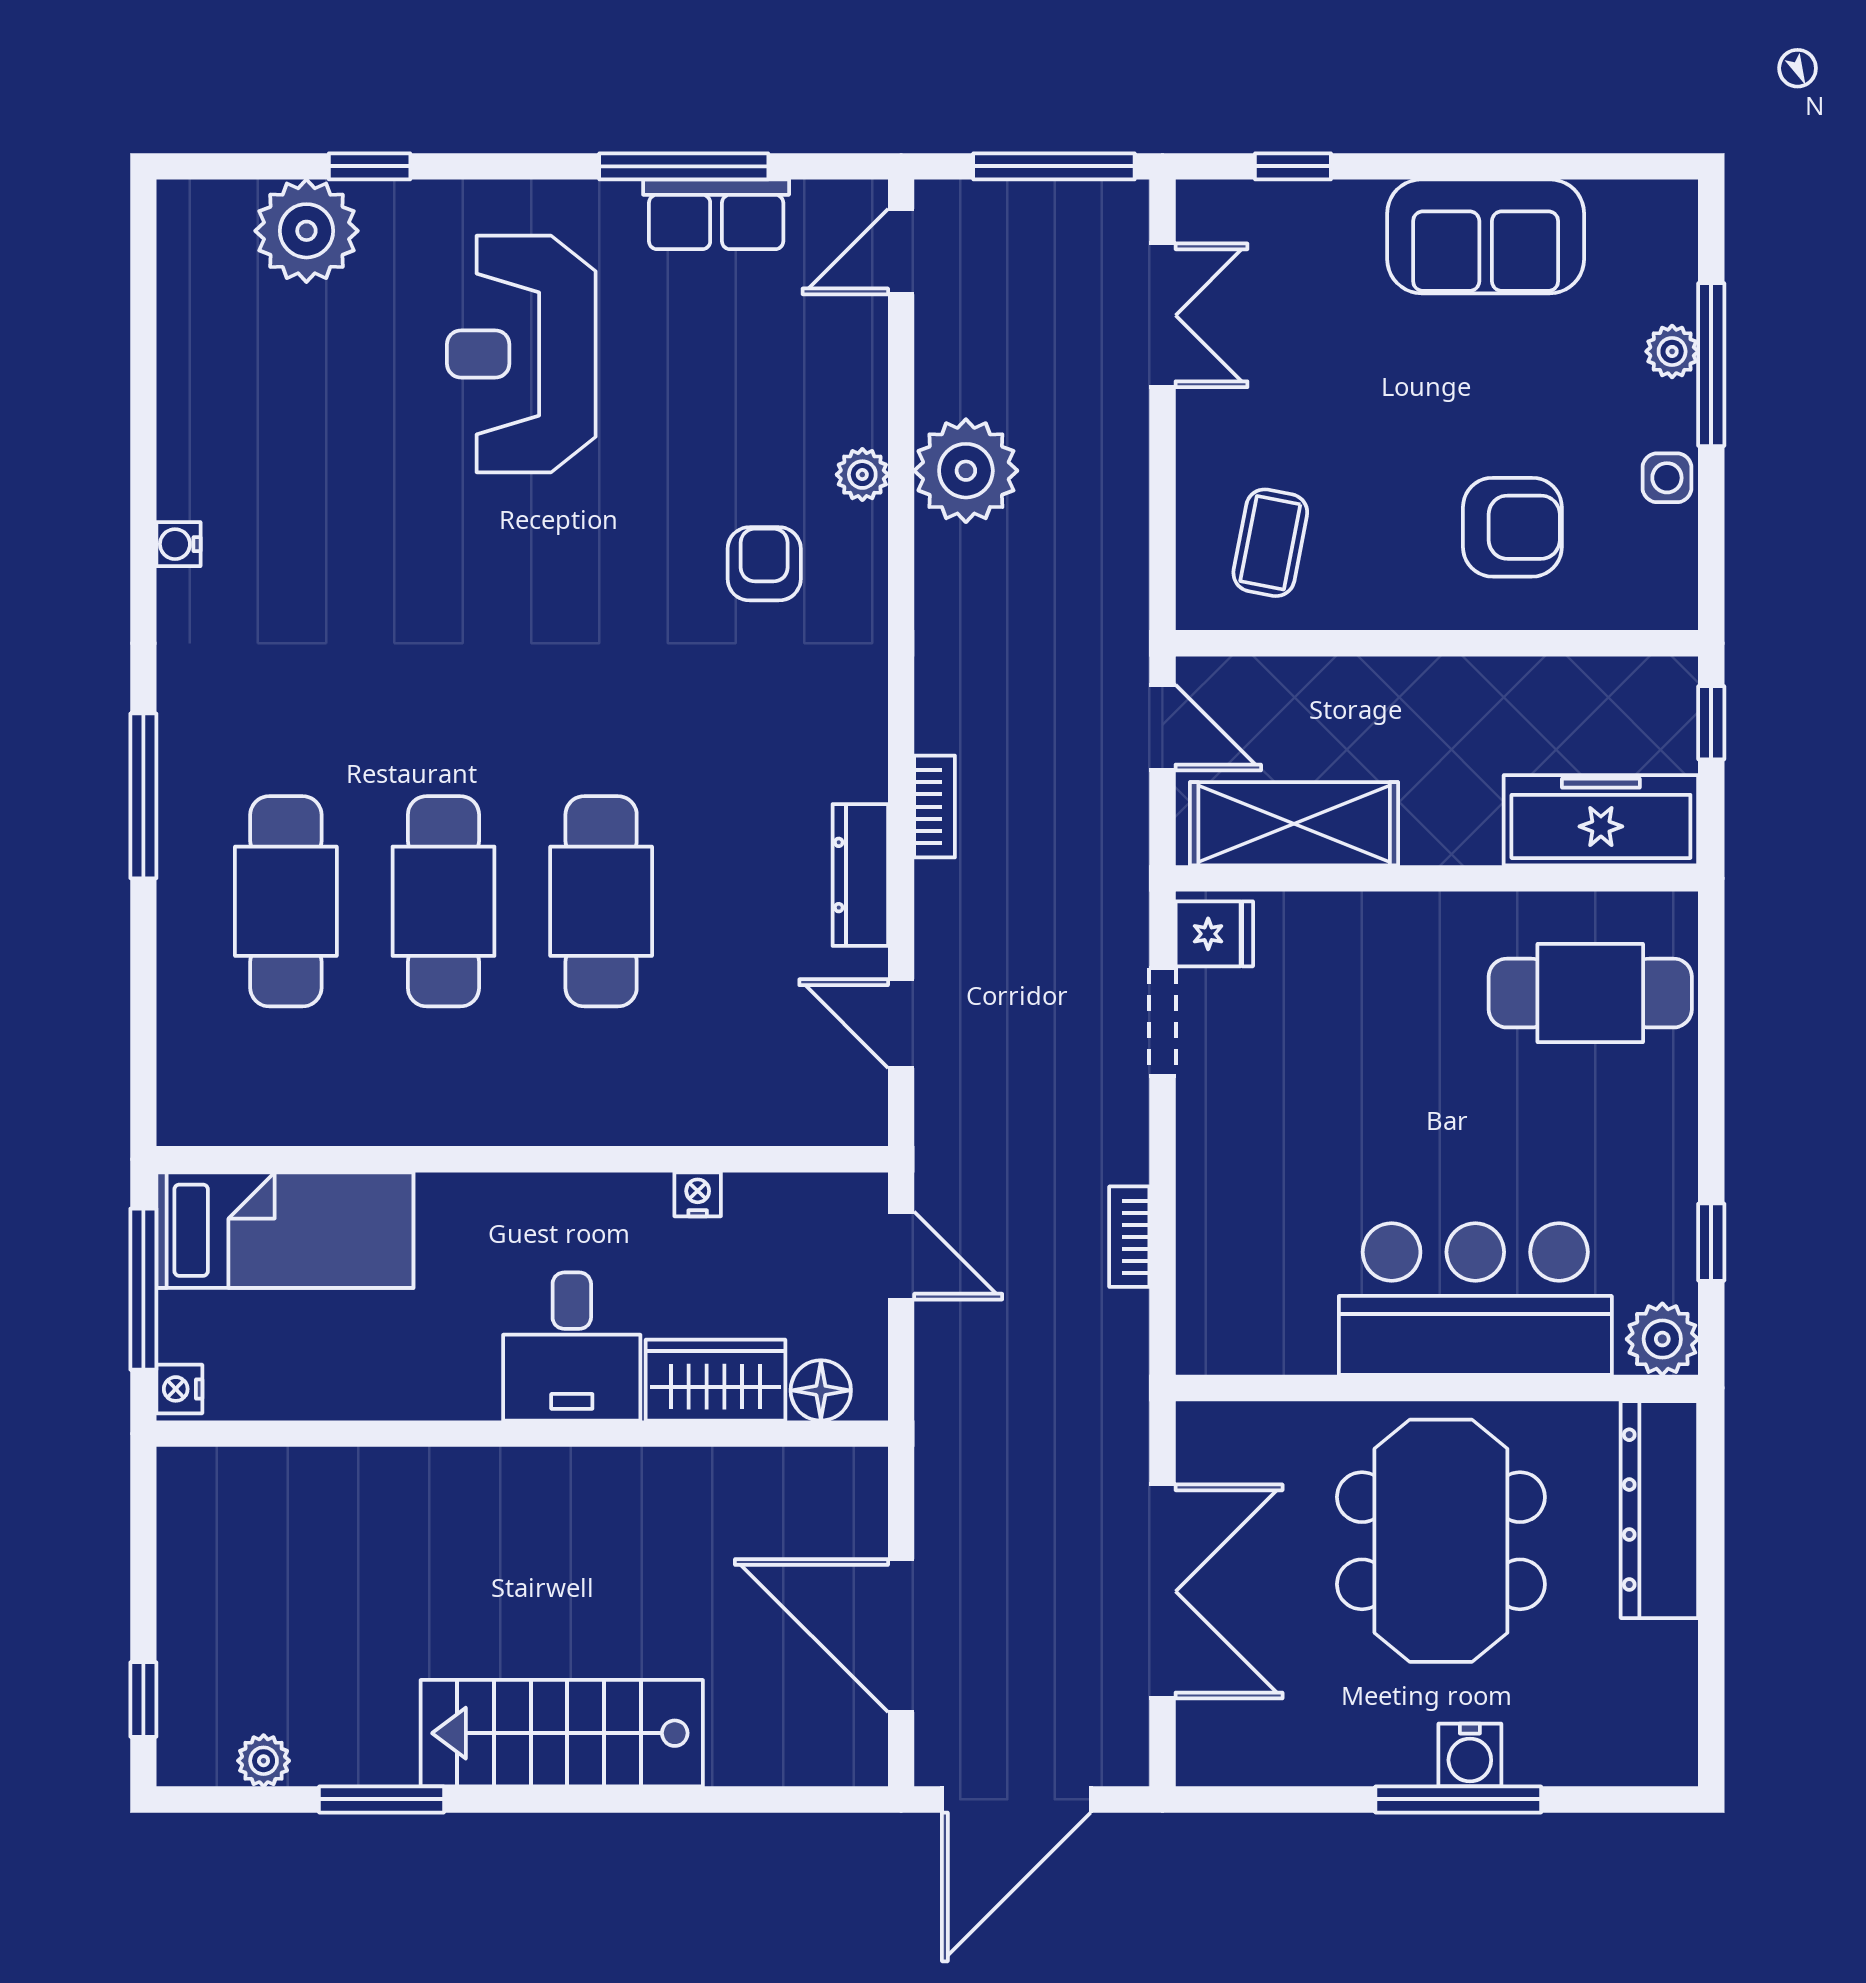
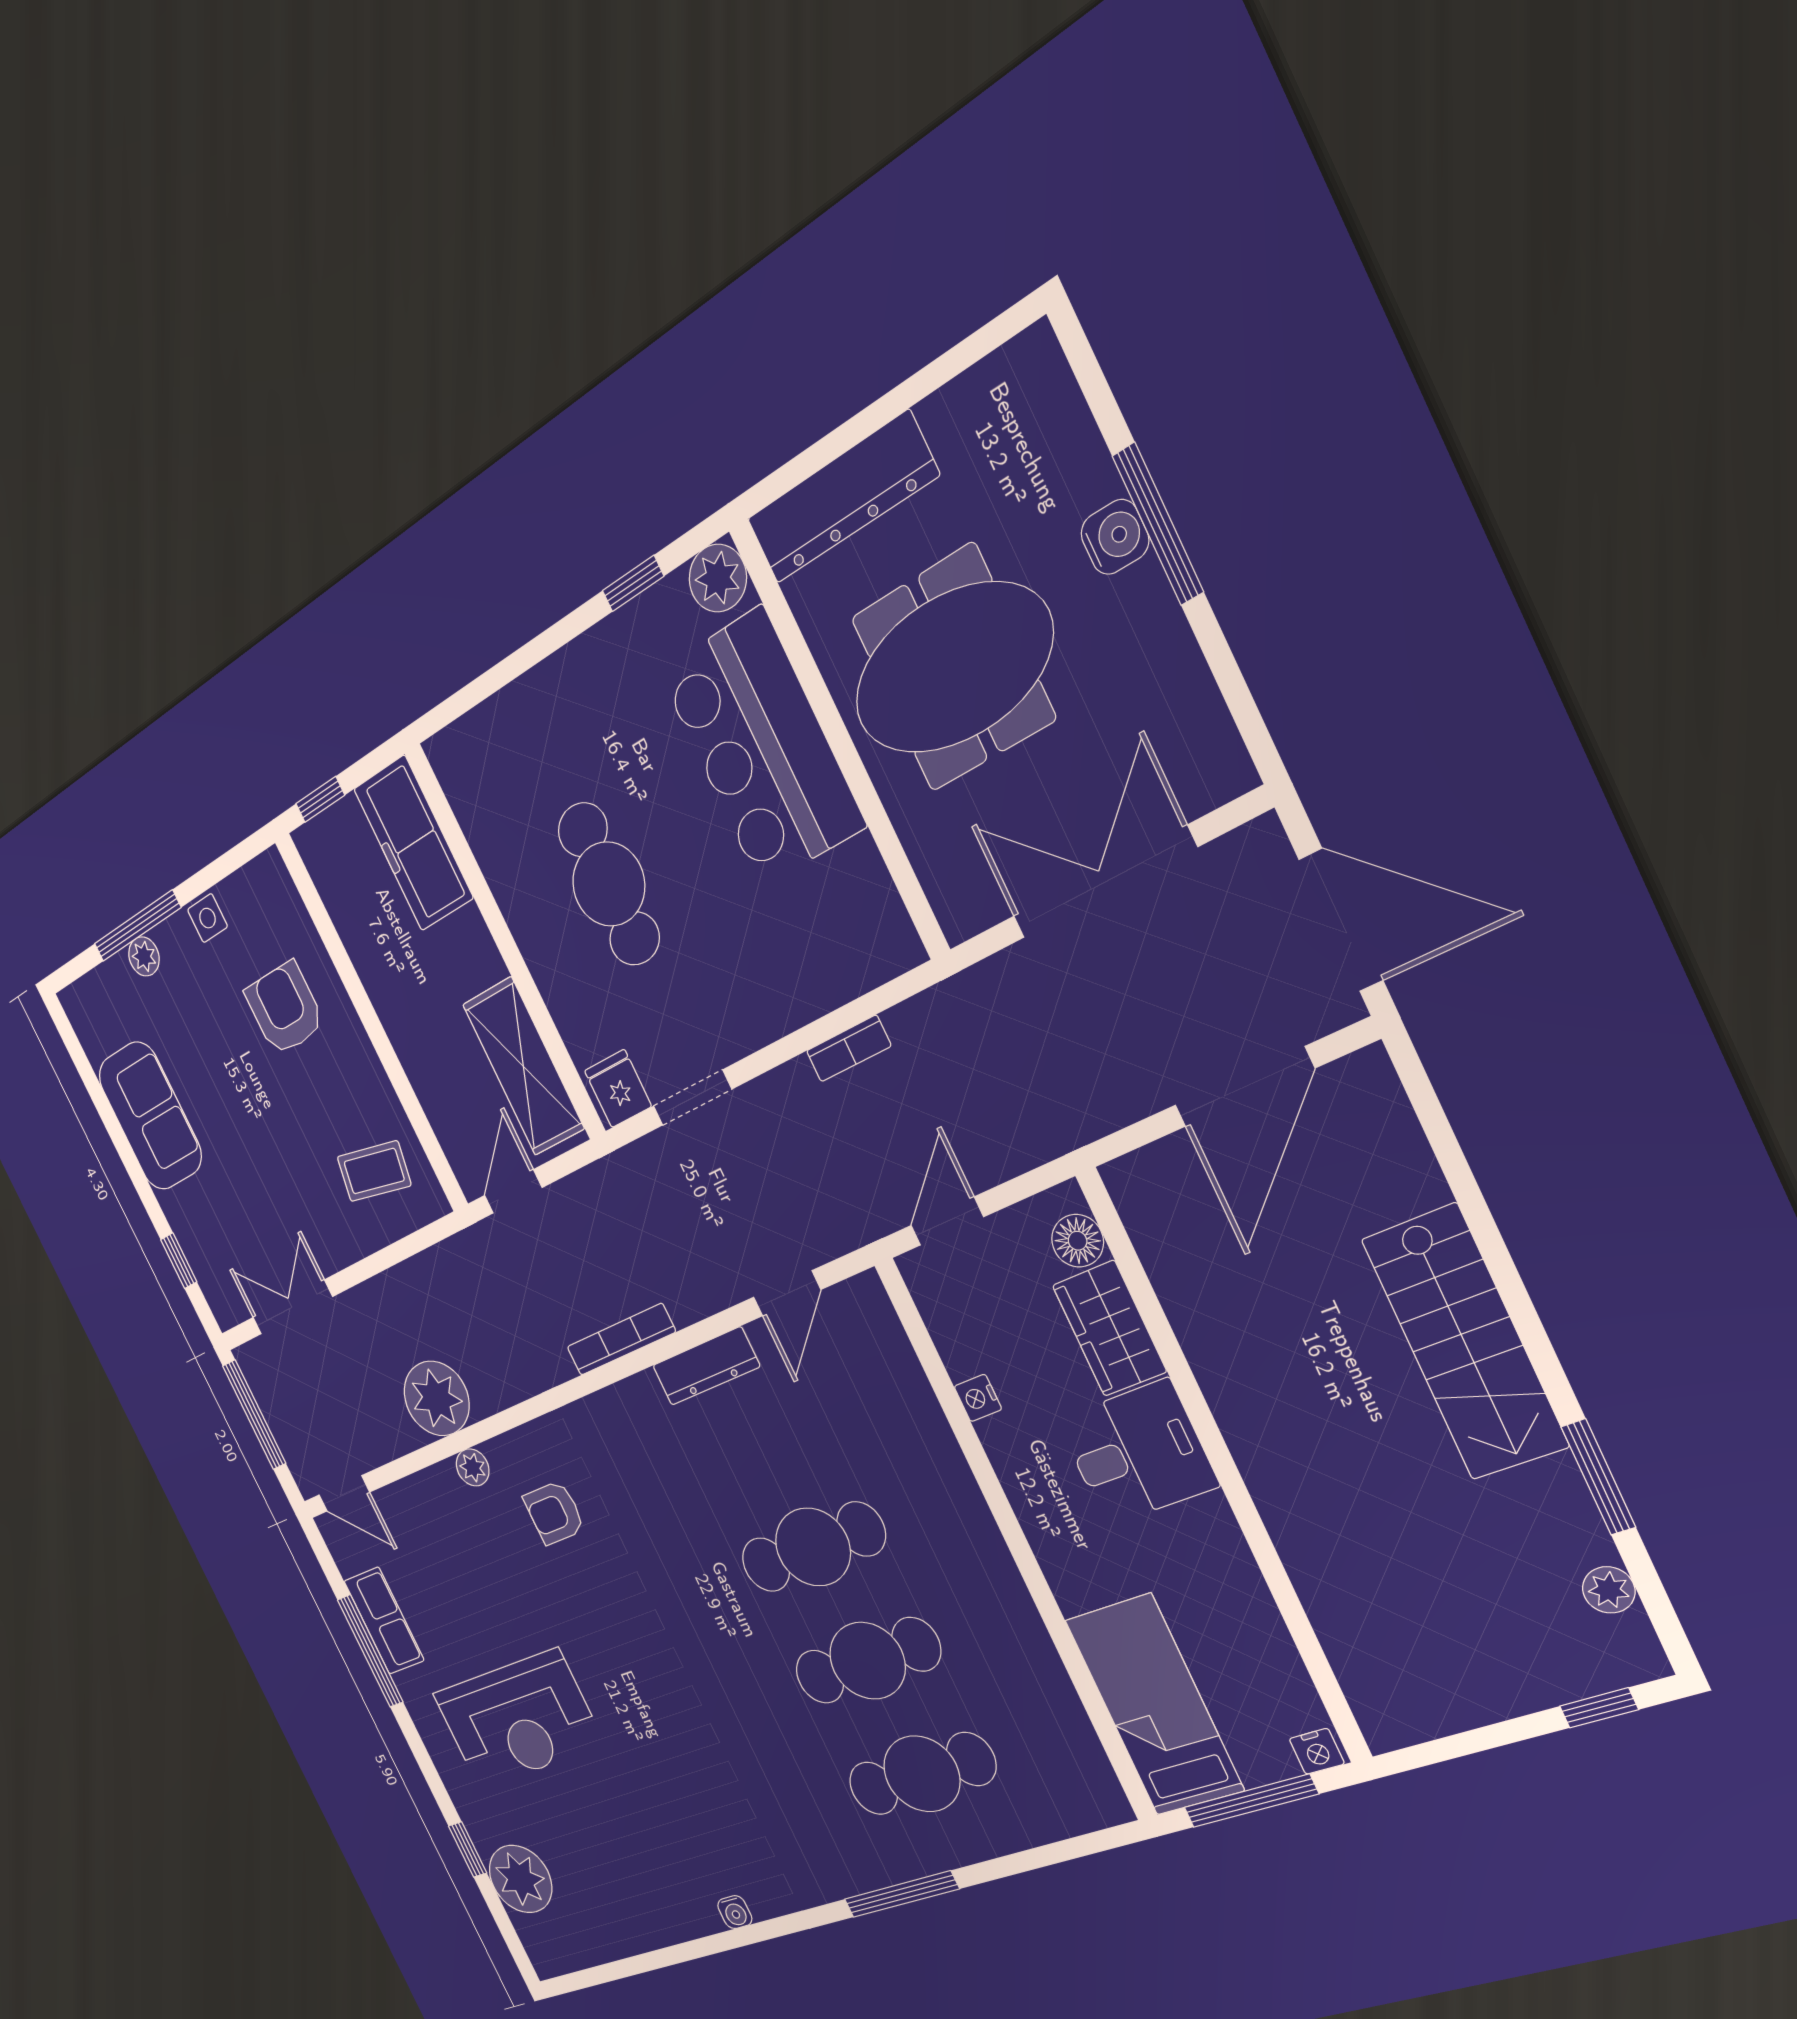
bookcase: (935, 807) -> (621, 1339), width x1.56
cafe table: (1590, 993) -> (609, 884), moved

